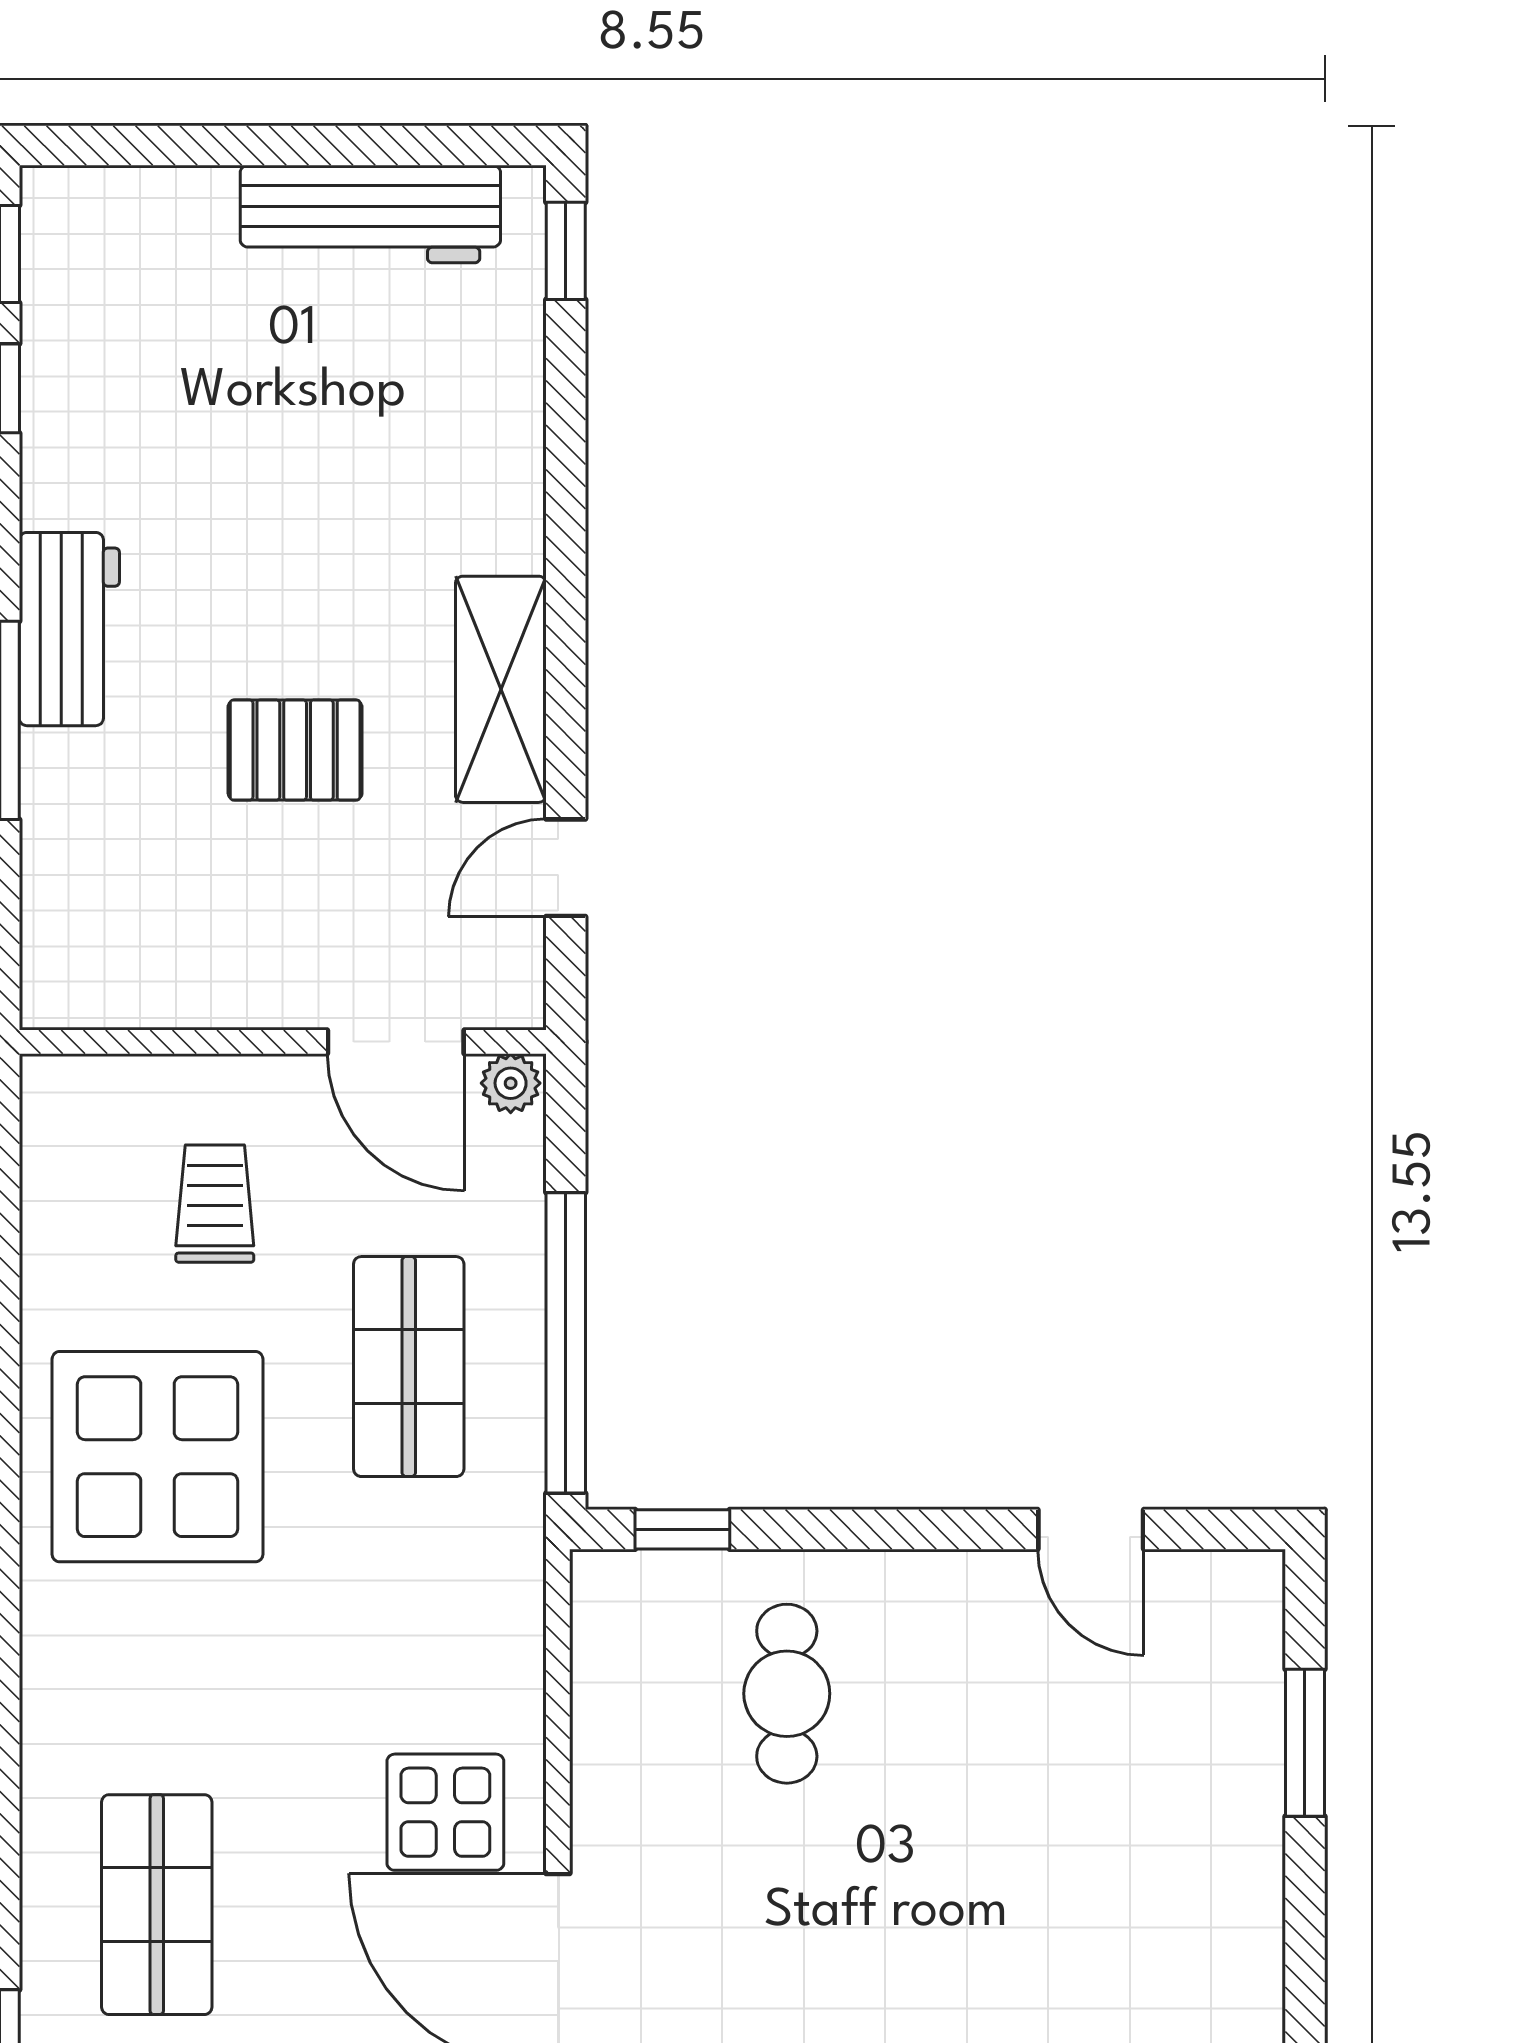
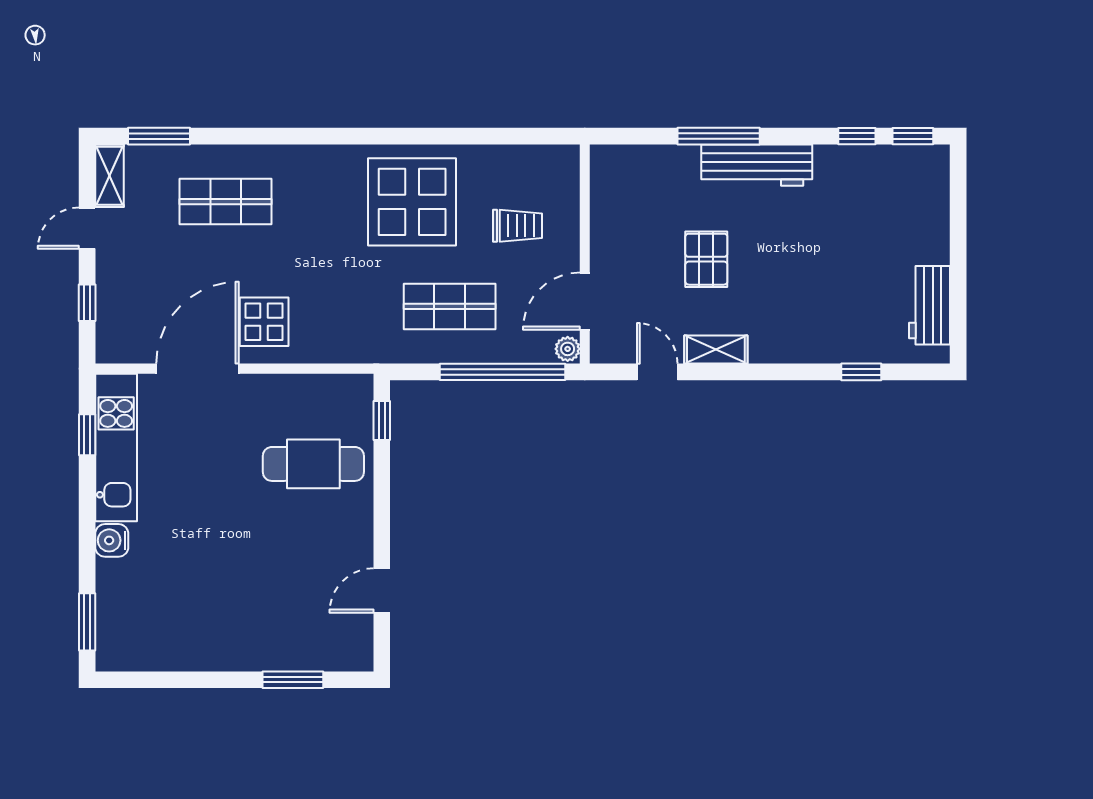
workbench: (370, 214) -> (930, 305), width x0.73
window: (566, 251) -> (861, 372), moved
workbench: (69, 629) -> (757, 165), width x1.38
shelving: (501, 689) -> (716, 350), width x0.67, depth x0.75
window: (566, 1343) -> (503, 372), moved
cafe table: (787, 1694) -> (313, 464), width x1.37, depth x1.35

